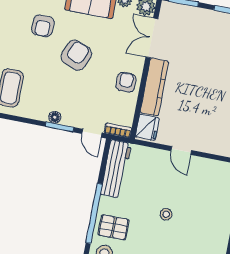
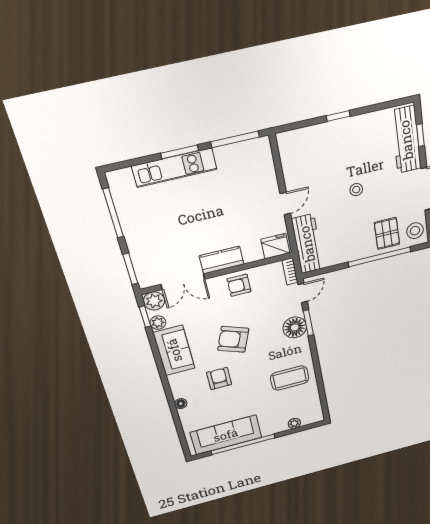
armchair: (43, 26) -> (219, 378), turned -91
kitchen counter: (154, 87) -> (222, 260), width x0.67
floor lamp: (55, 117) -> (295, 327), width x1.89, depth x1.89
workbench: (116, 169) -> (307, 244), moved, turned 90

